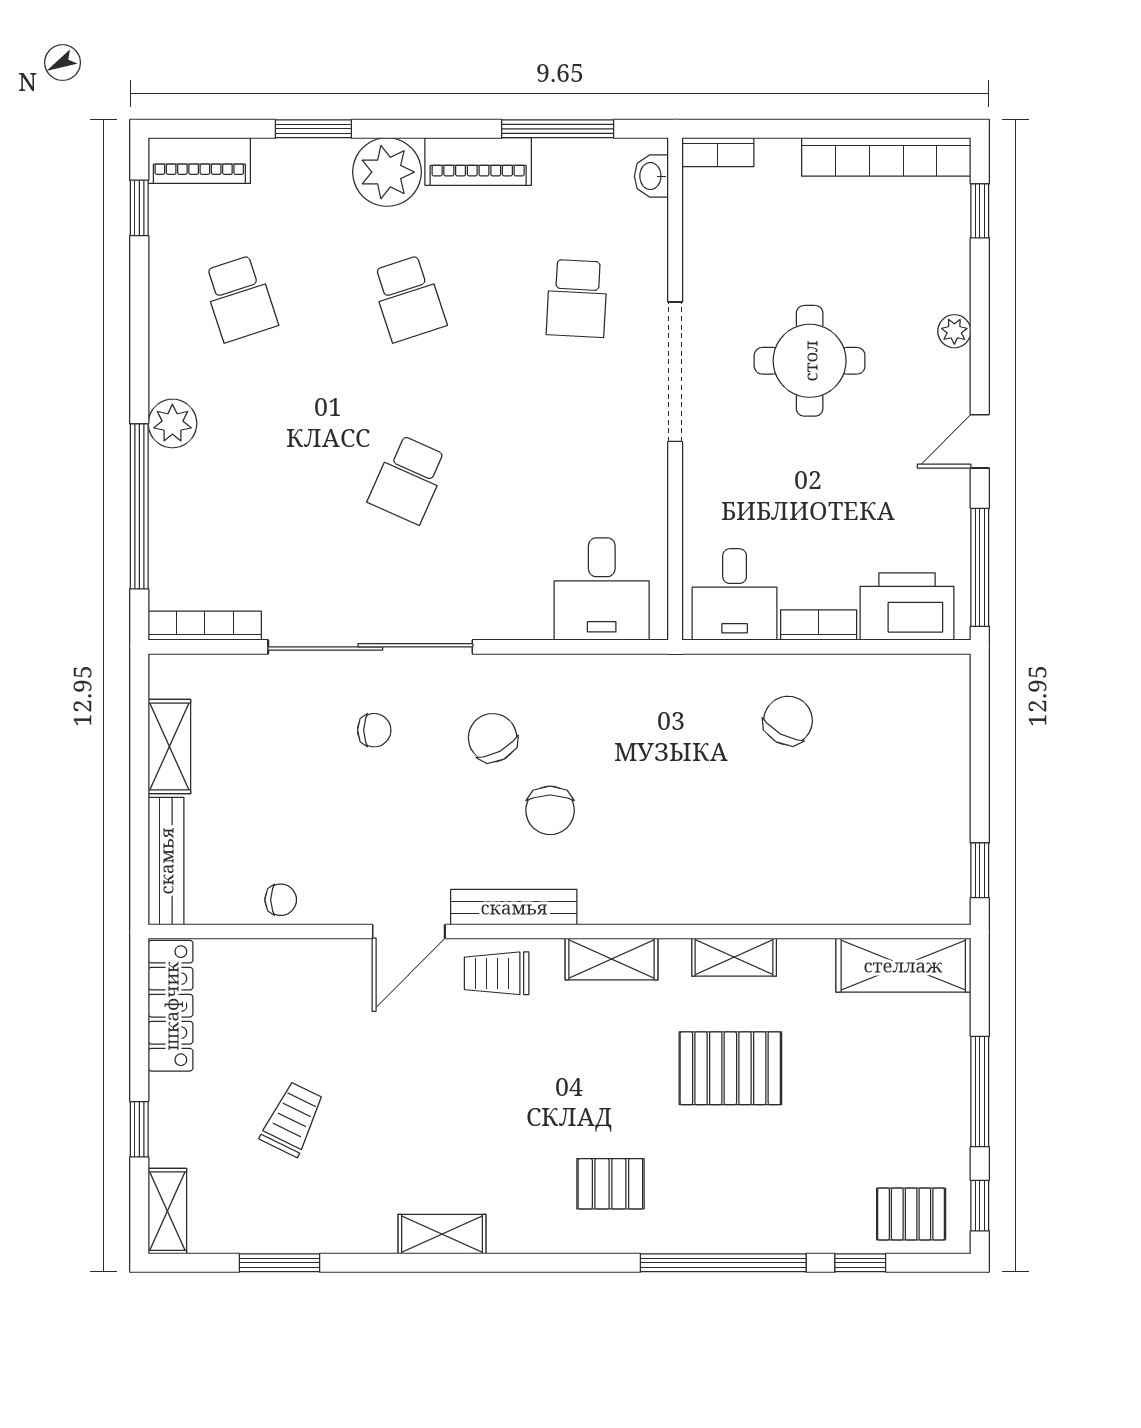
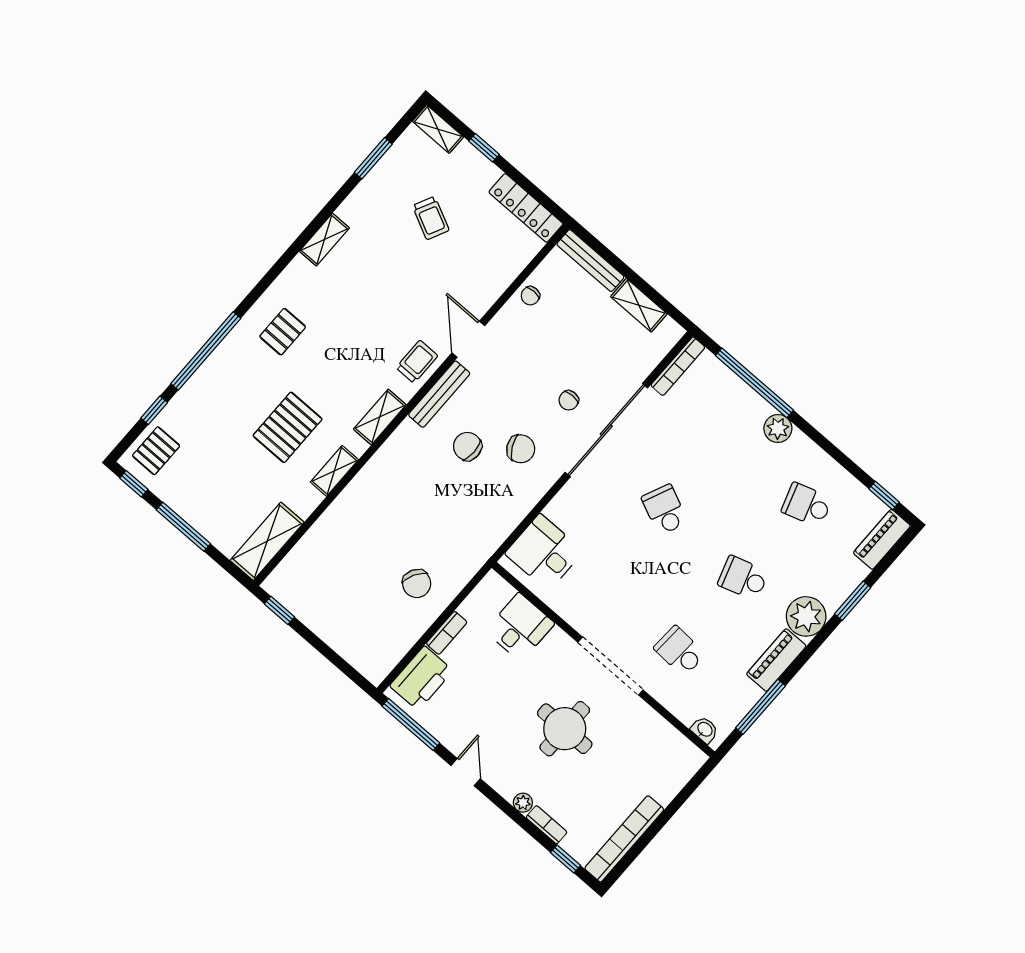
bookcase: (718, 152) -> (547, 825), moved, turned 90
desk: (735, 594) -> (520, 627), moved, turned 90

